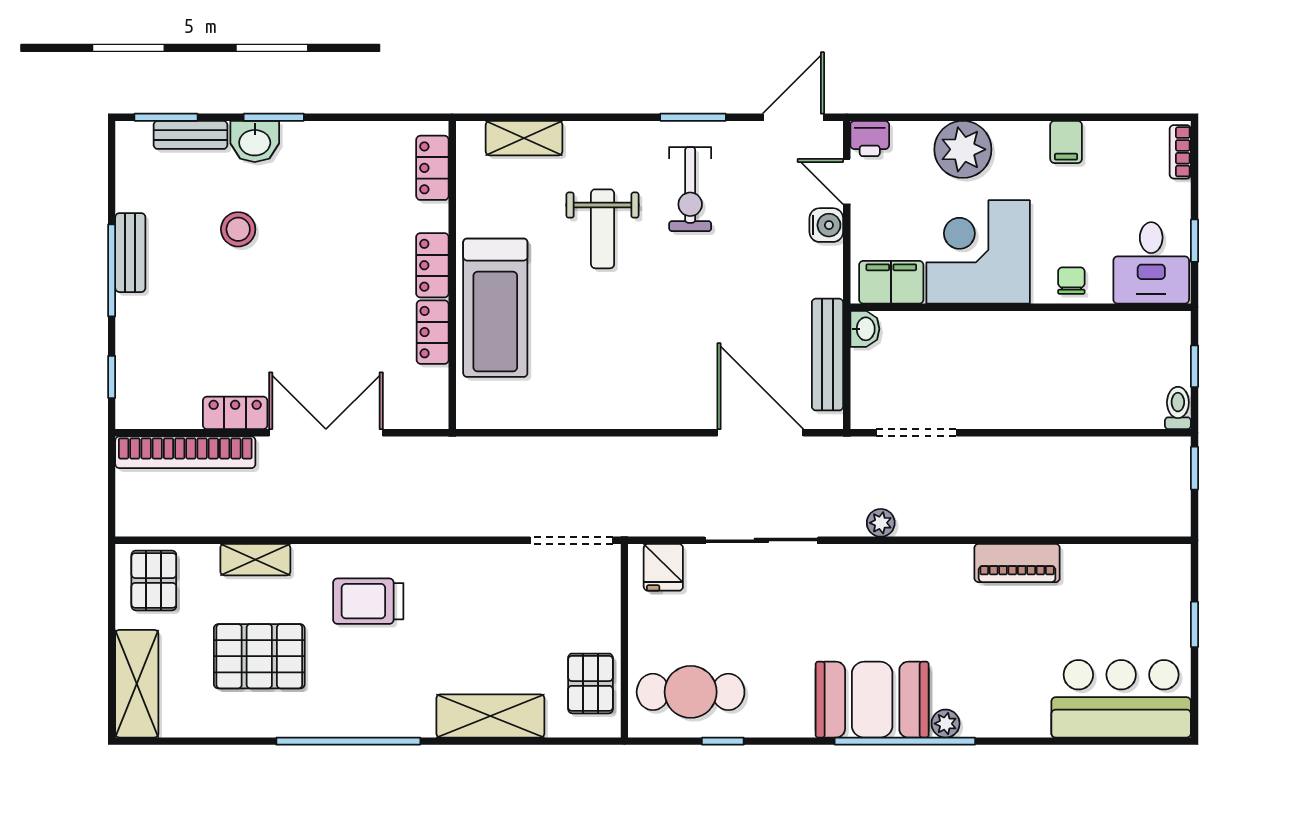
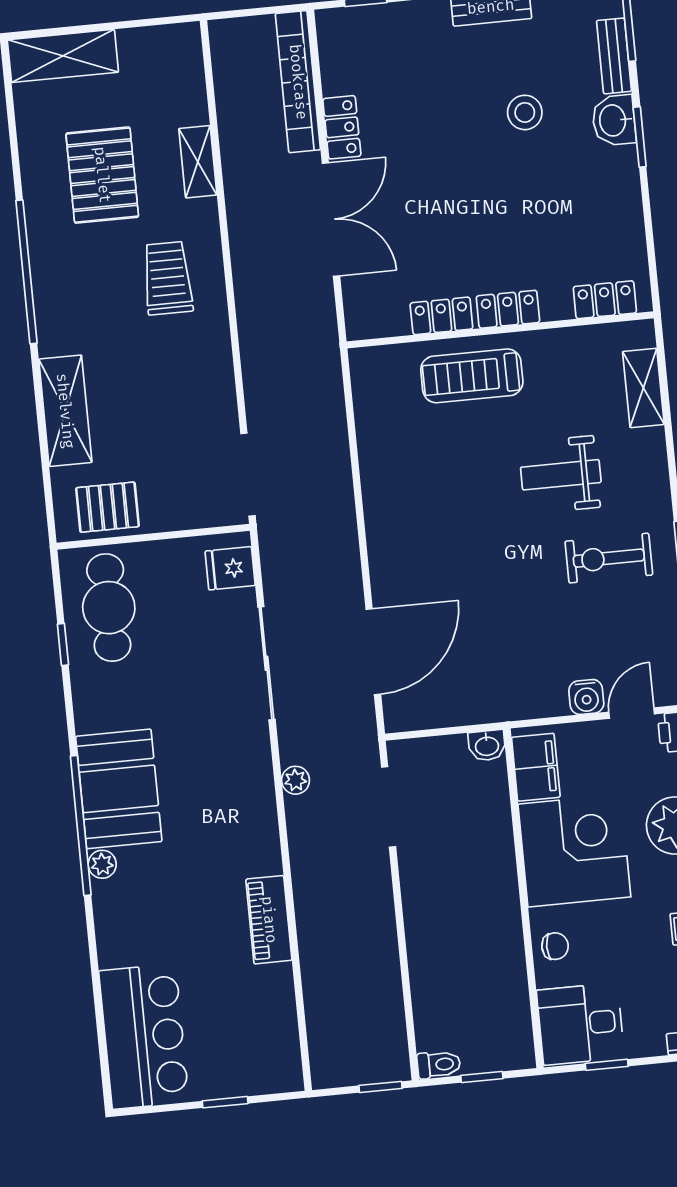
treadmill: (495, 308) -> (472, 376), width x0.73, depth x0.73
bench: (827, 355) -> (458, 711), removed
pallet: (154, 580) -> (167, 63), removed

